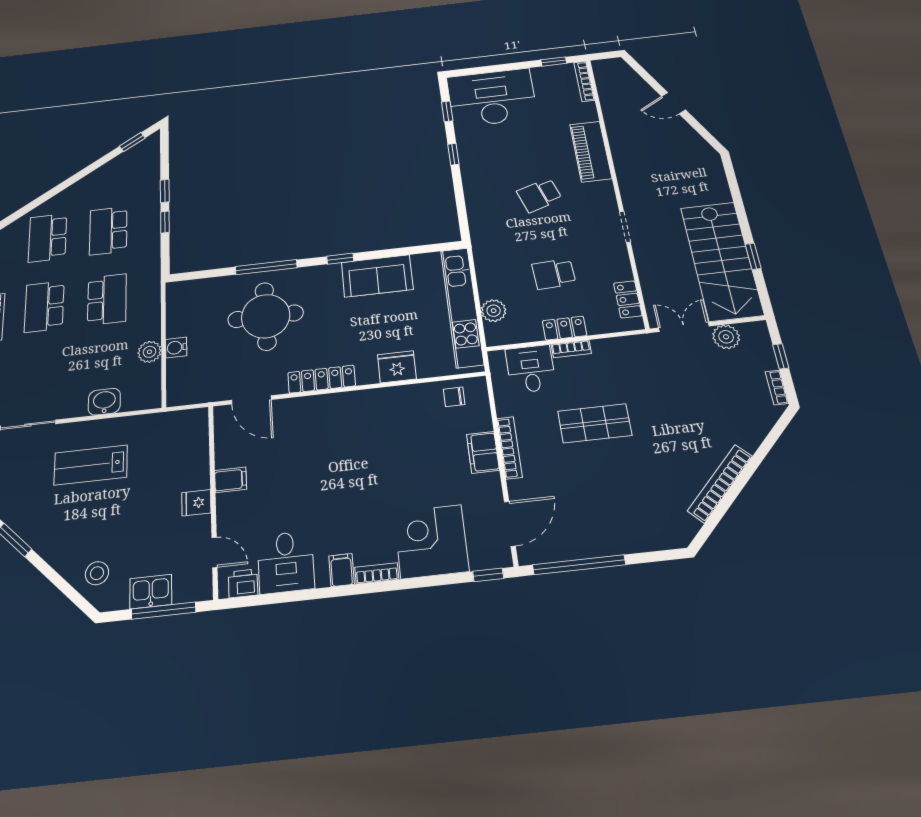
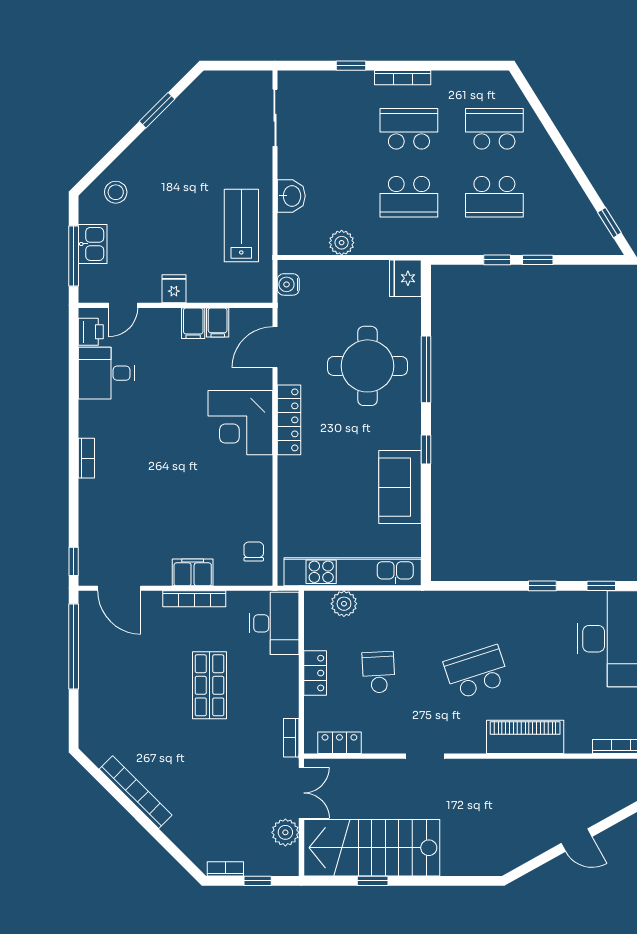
door: (674, 103) -> (577, 840), swing flipped
school desk: (539, 195) -> (476, 672), width x1.85
school desk: (108, 231) -> (494, 197), turned 180
water cooler: (176, 348) -> (288, 284), moved, turned -90
bookcase: (571, 349) -> (291, 738), moved
fridge: (397, 367) -> (405, 278), moved, turned 180
desk: (531, 369) -> (274, 623), width x1.37
lab bench: (91, 465) -> (241, 226), moved
corner desk: (431, 541) -> (240, 423), moved, turned 180
filing cabinet: (341, 570) -> (218, 322), moved, turned 90

